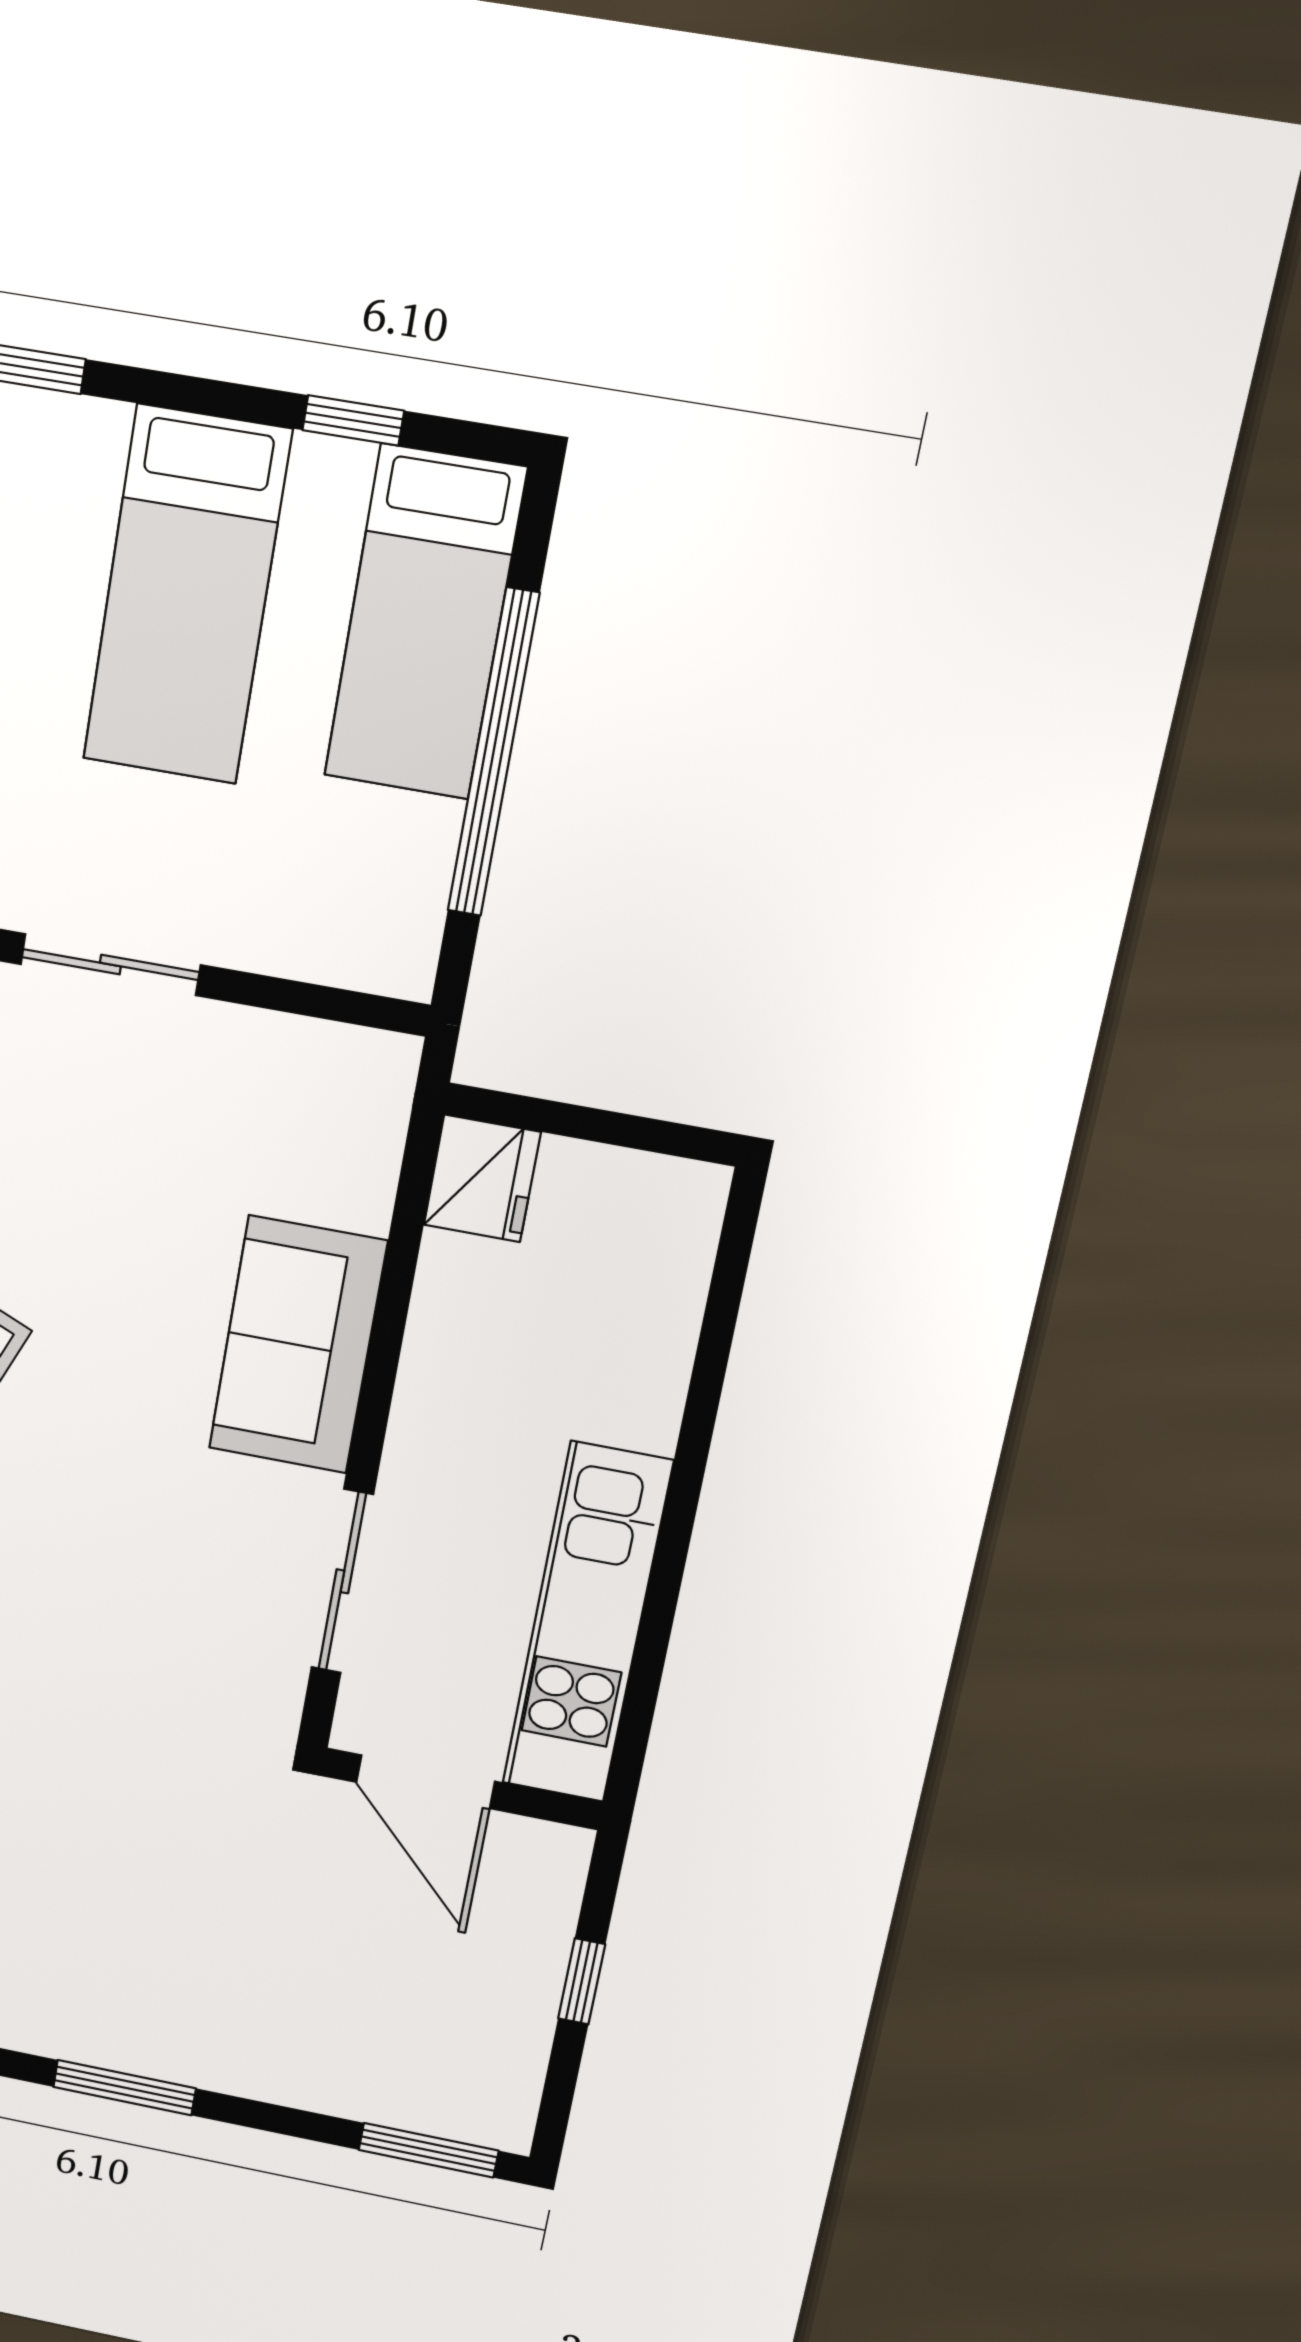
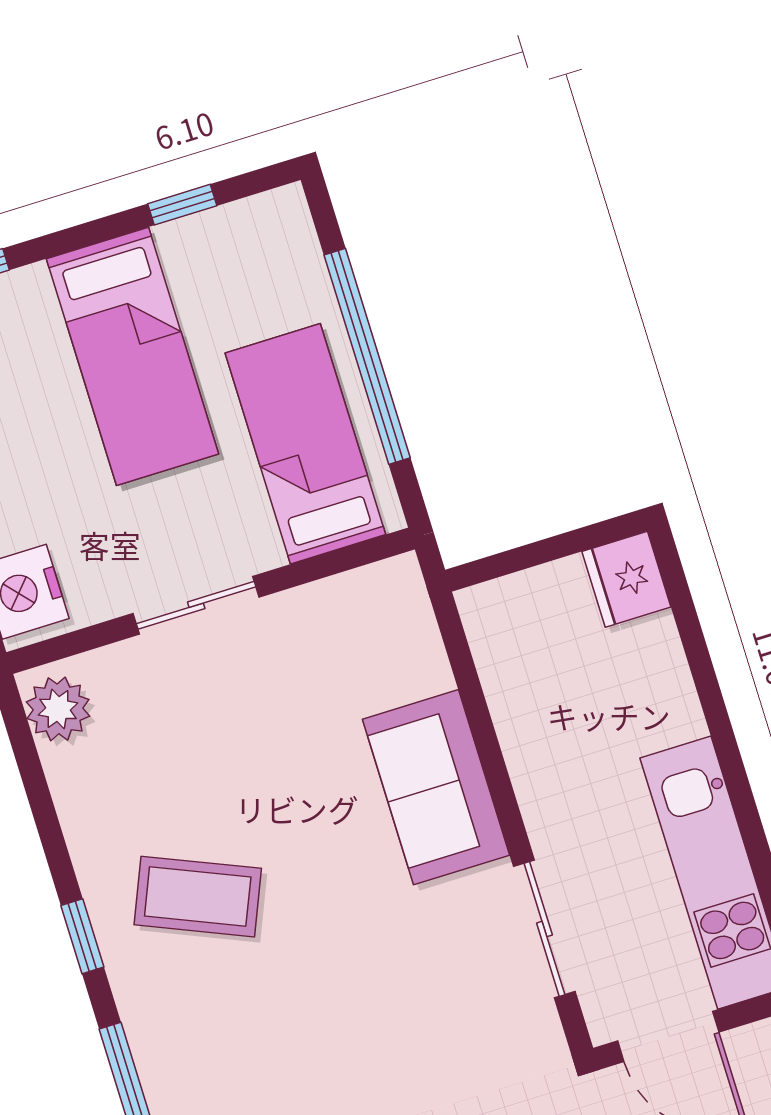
bed: (425, 623) -> (305, 444), moved, turned 180
fridge: (482, 1178) -> (626, 579), moved, turned 180

